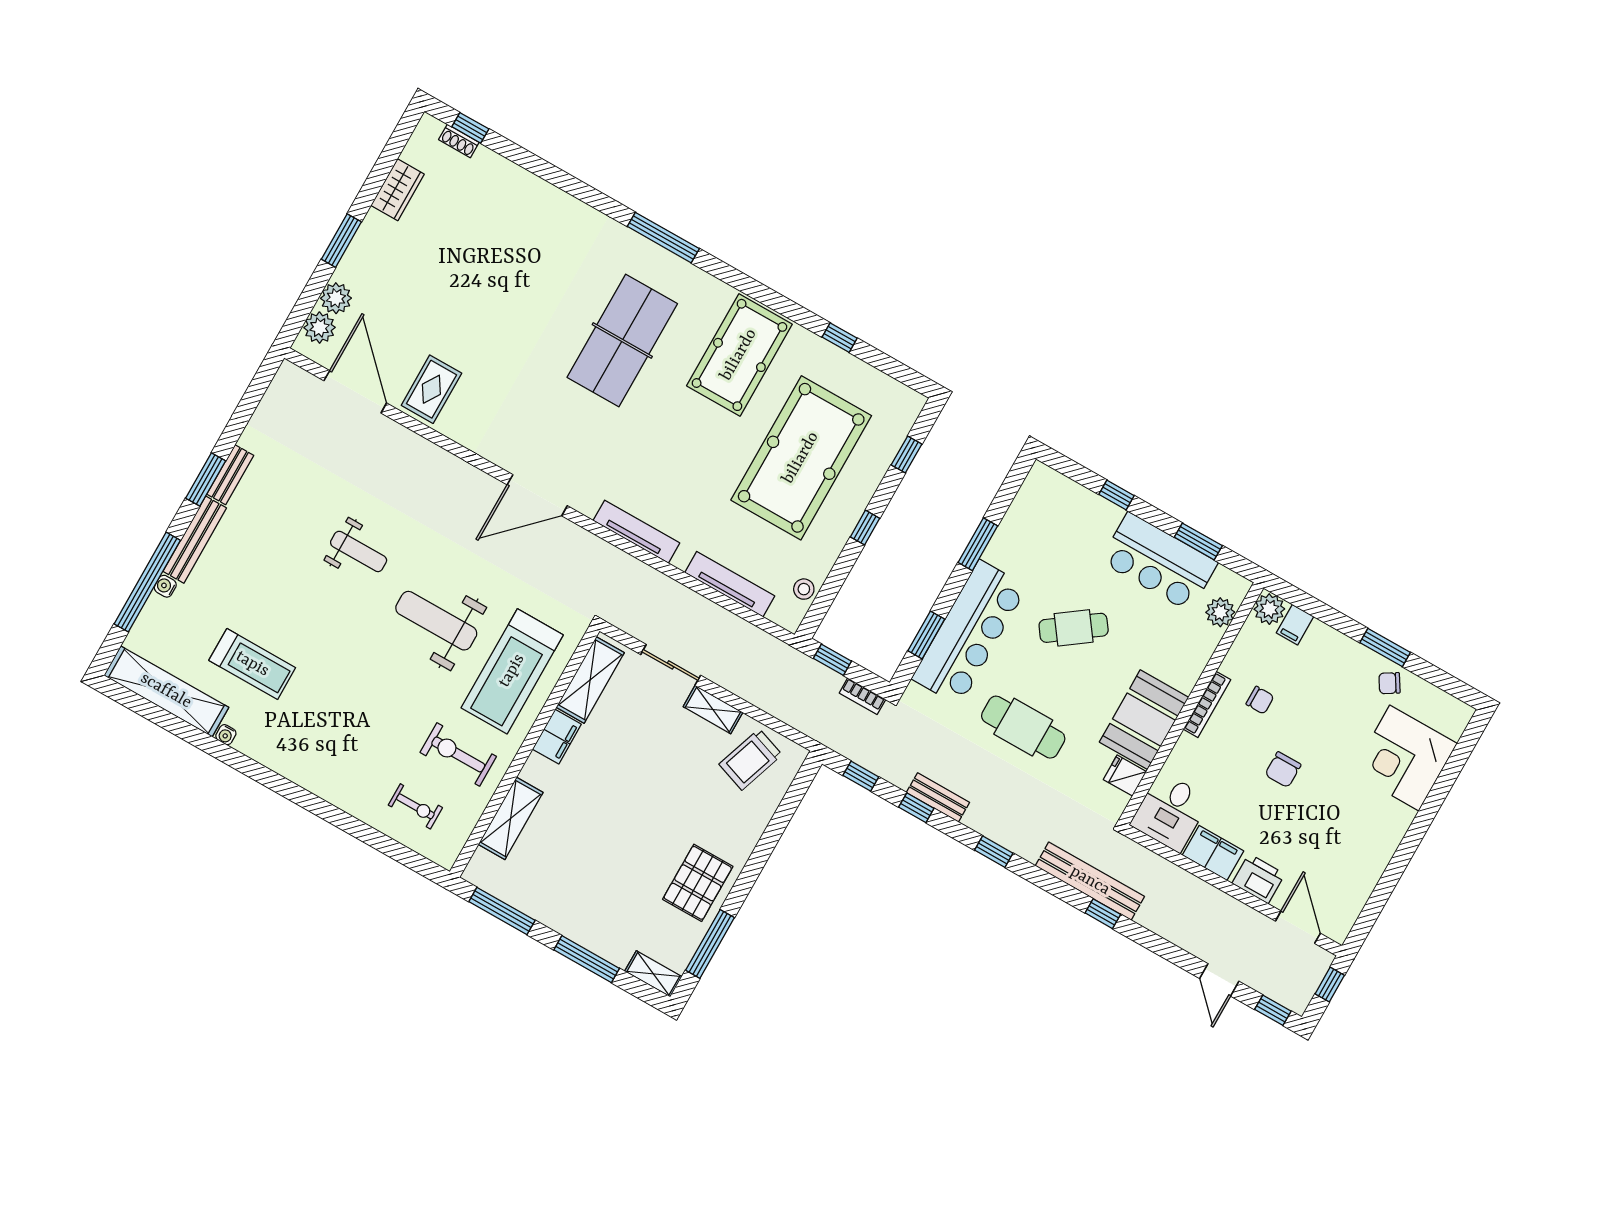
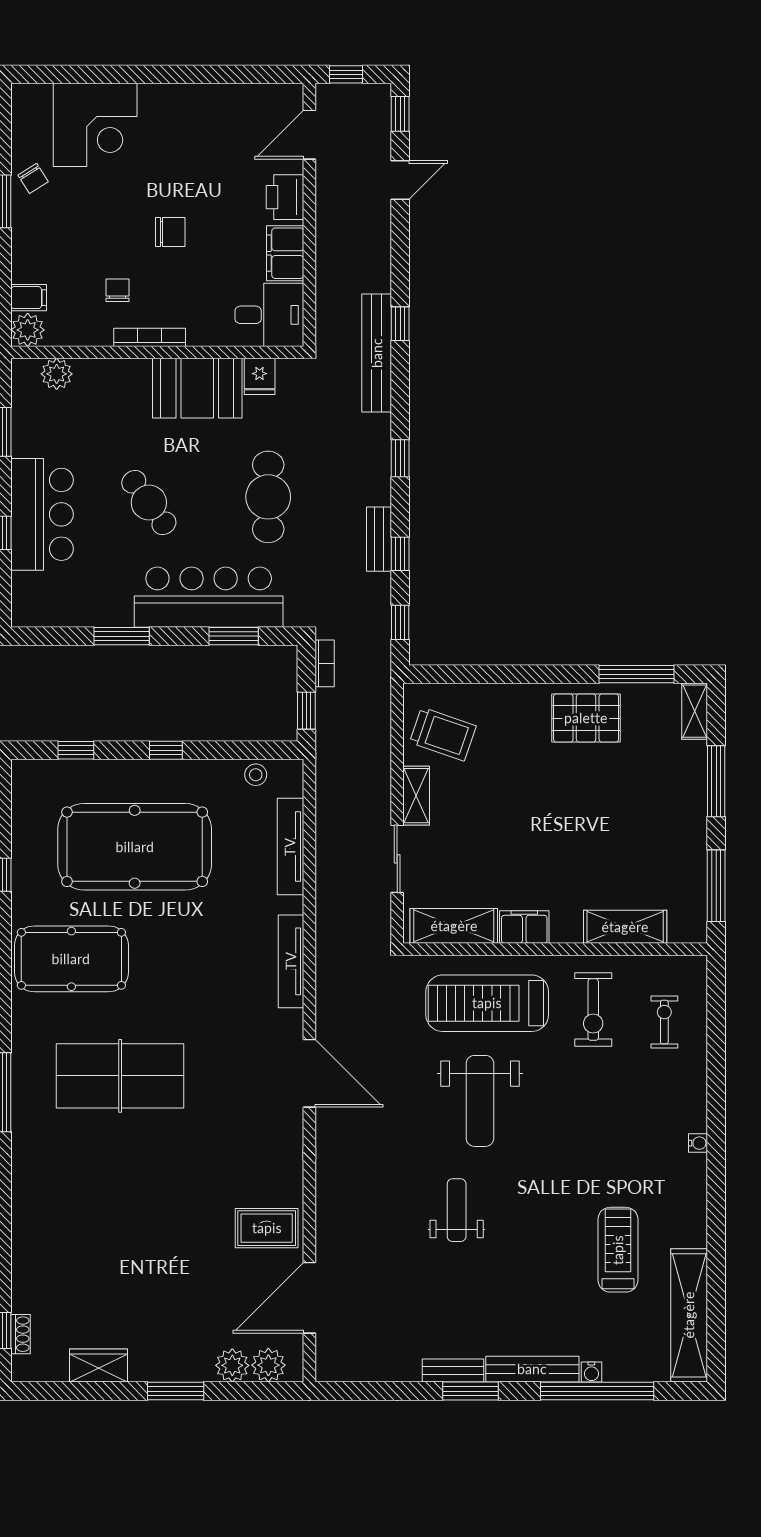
bar counter: (1159, 562) -> (42, 514), moved
treadmill: (512, 671) -> (487, 1003), turned 180
water cooler: (226, 735) -> (698, 1143), moved

